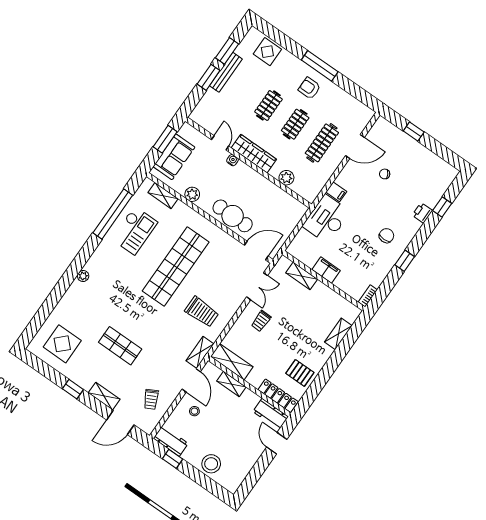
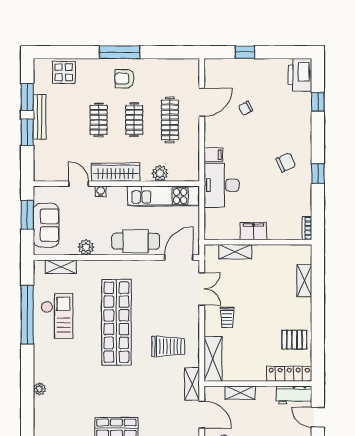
kitchen unit: (277, 197) -> (164, 196), added
printer: (422, 213) -> (300, 75), moved, width x1.87, depth x1.48
chair: (386, 236) -> (286, 162), turned 67
shelving: (232, 362) -> (213, 359), moved, turned 90

